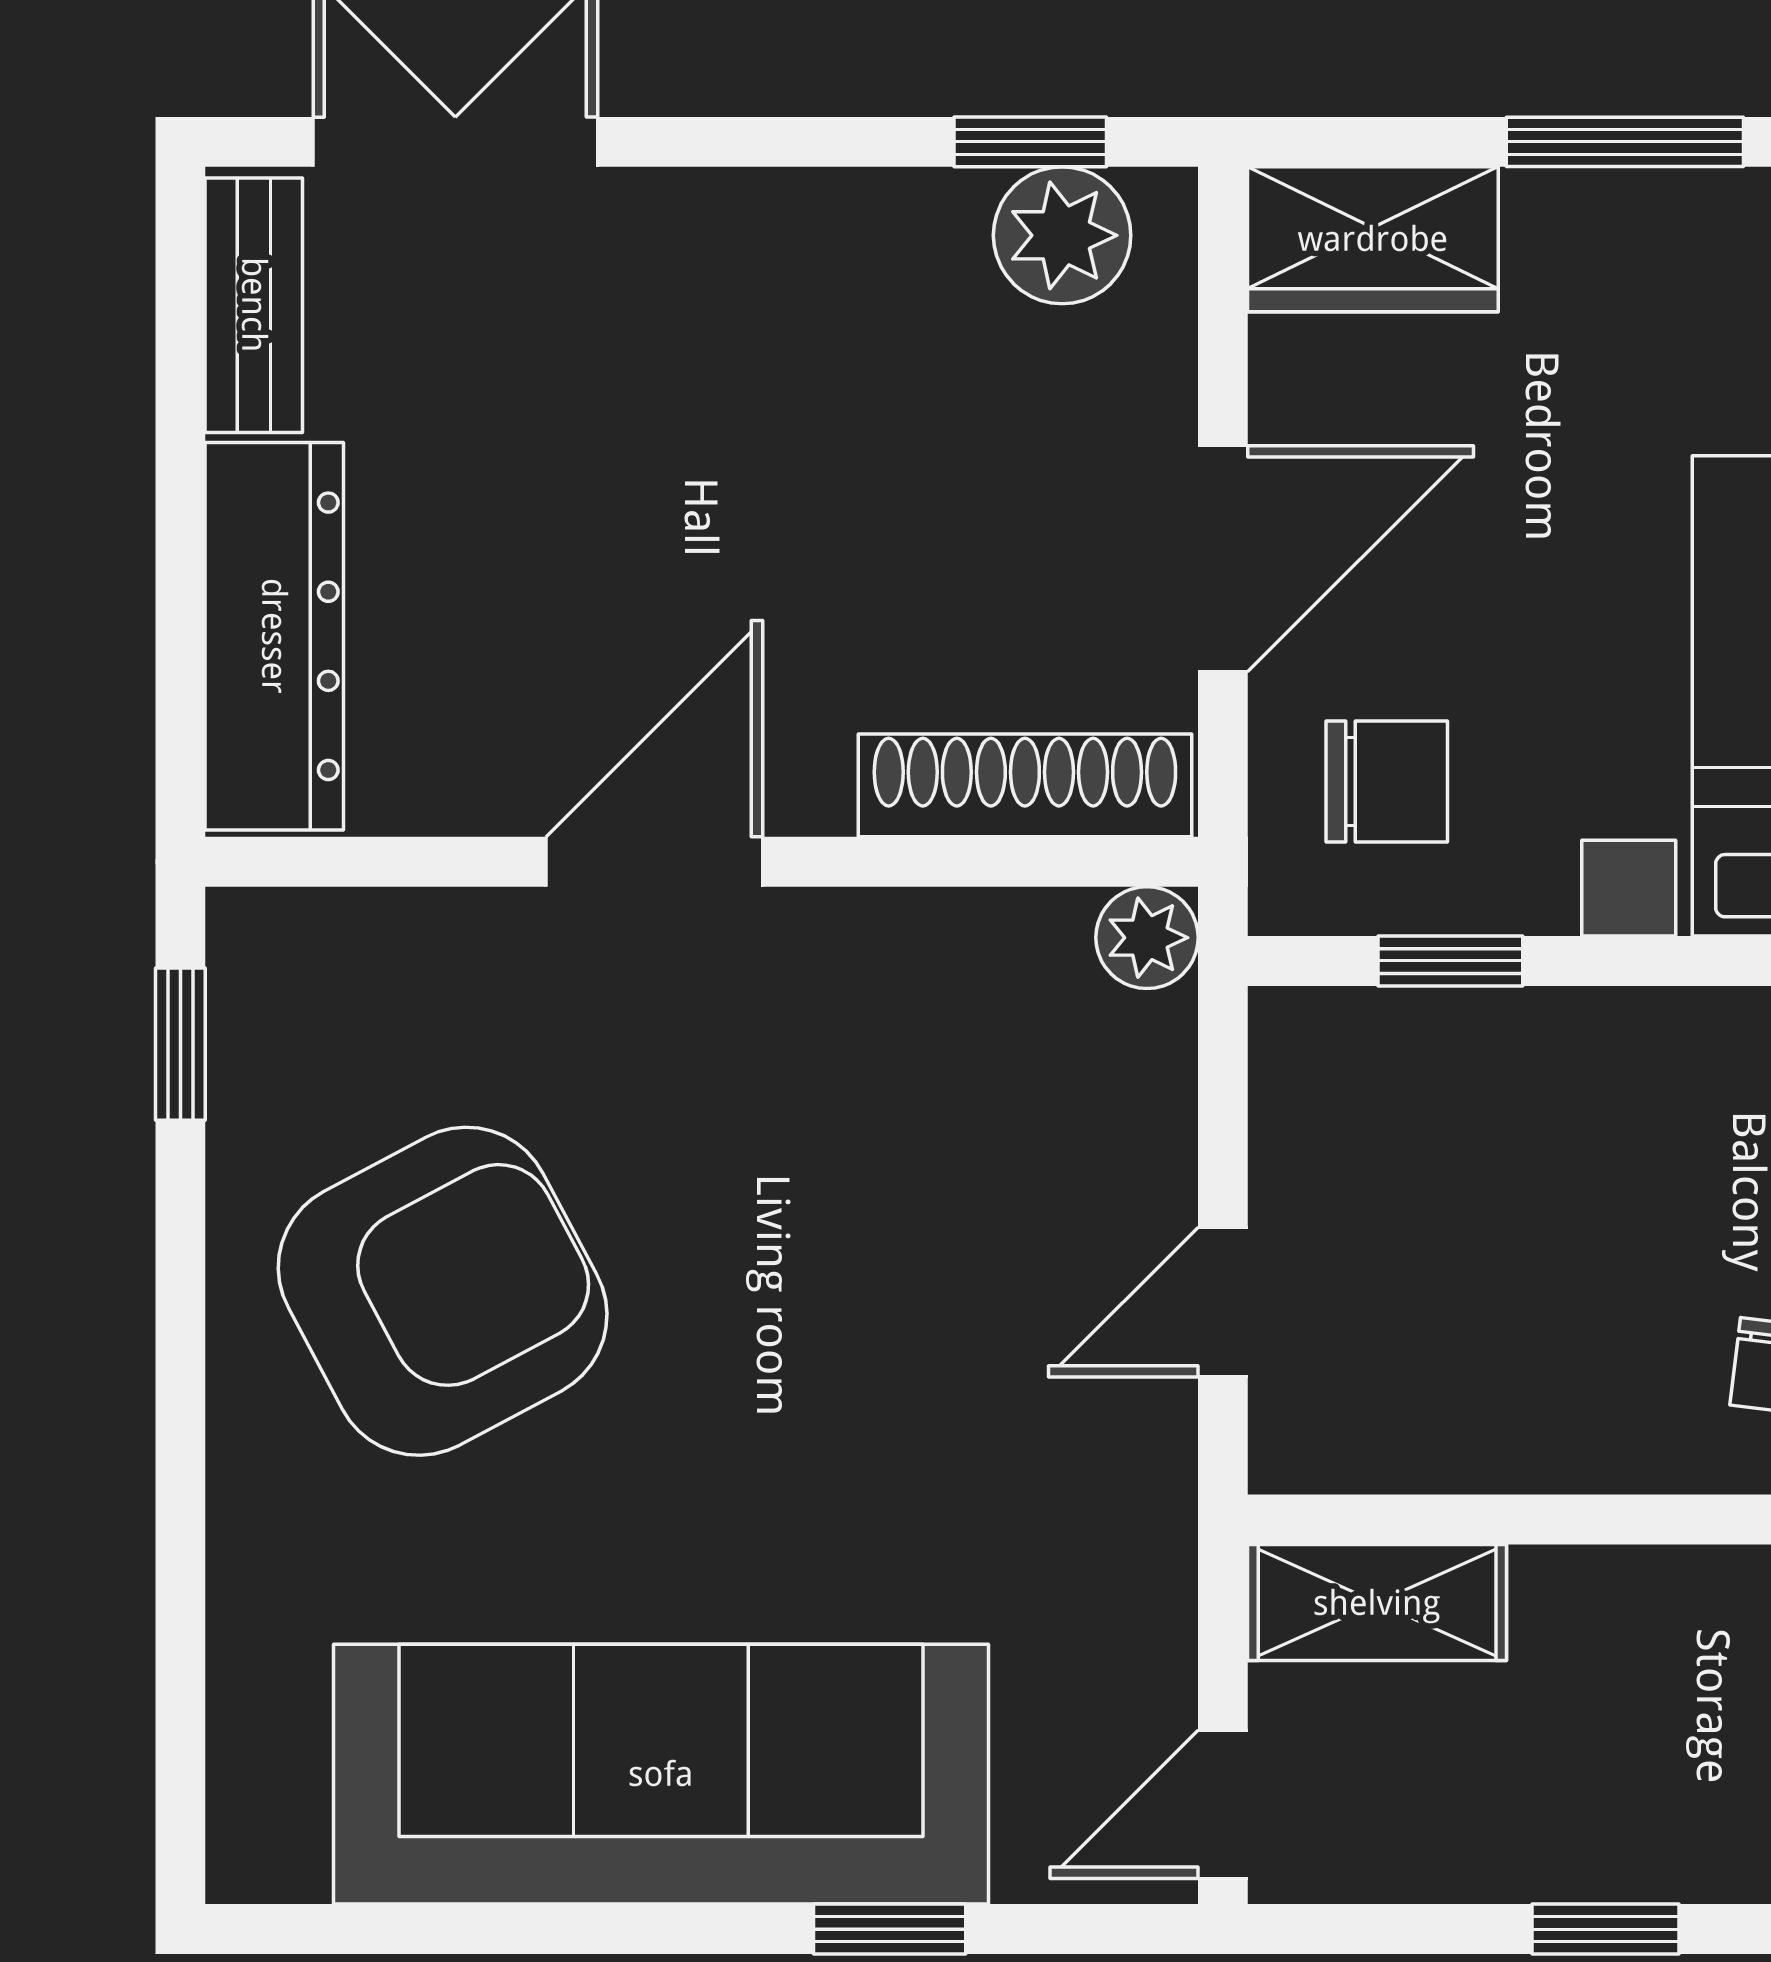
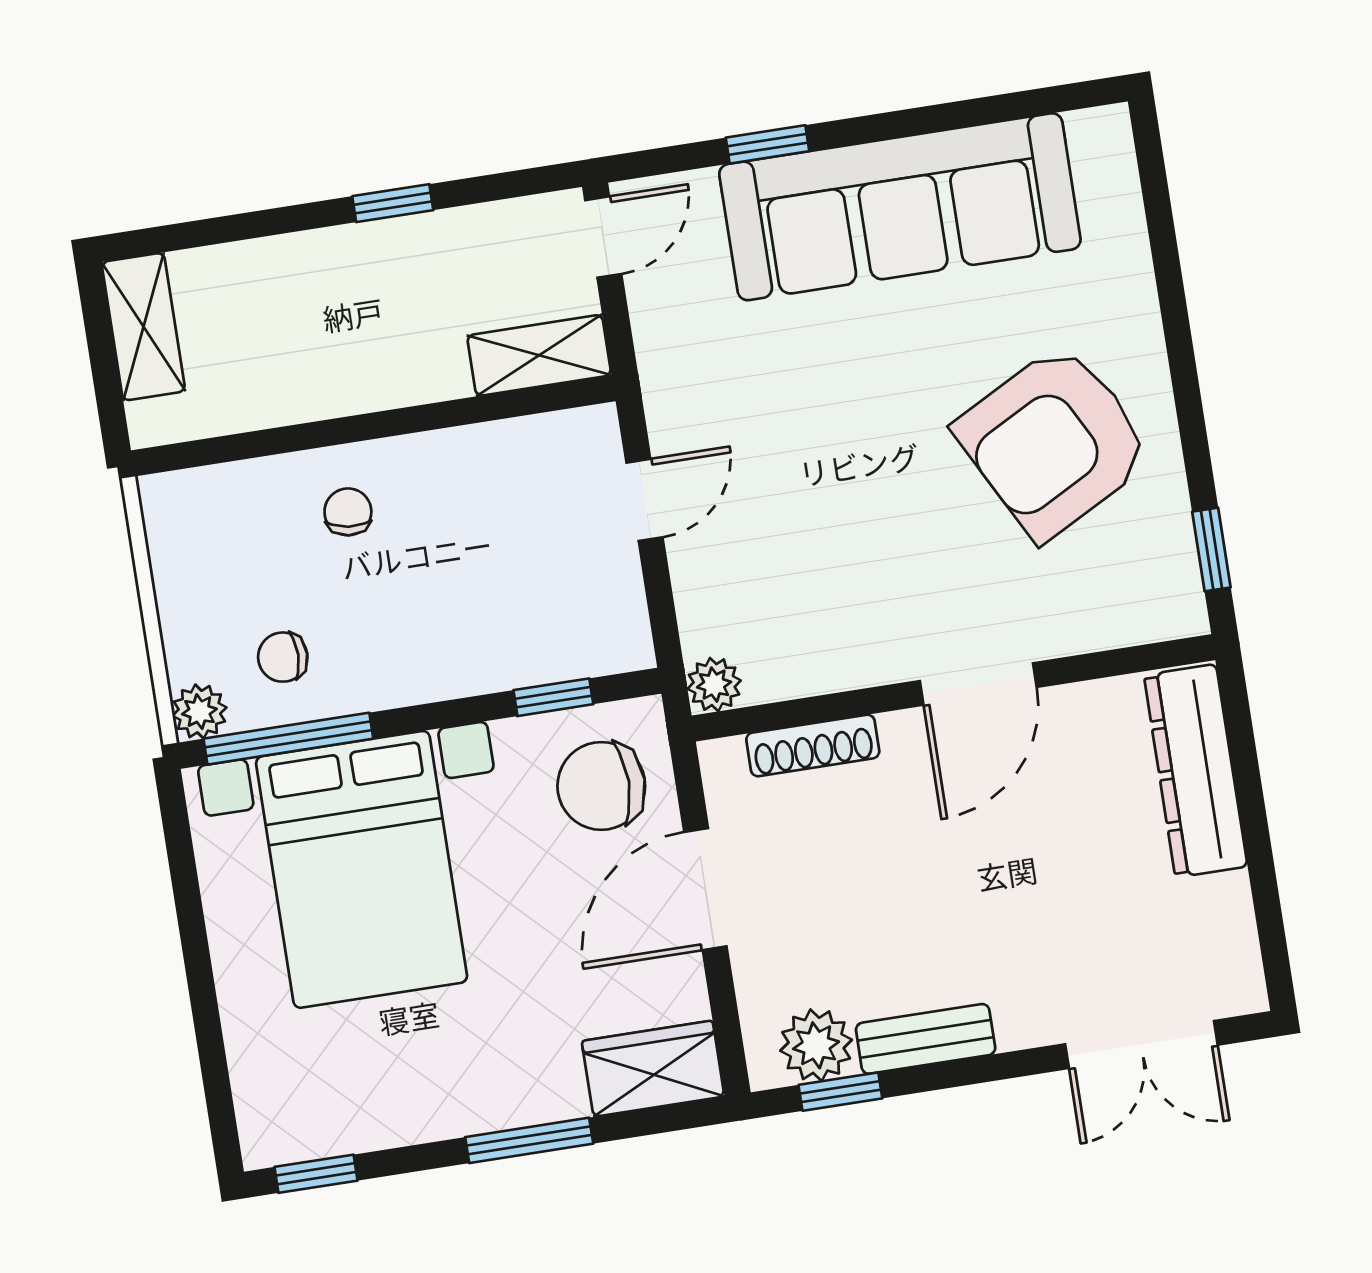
bench: (254, 305) -> (926, 1039), moved, turned 90
chair: (1387, 782) -> (601, 786), width x1.37, depth x1.37
shoe rack: (1025, 785) -> (813, 745), width x0.74, depth x0.81

